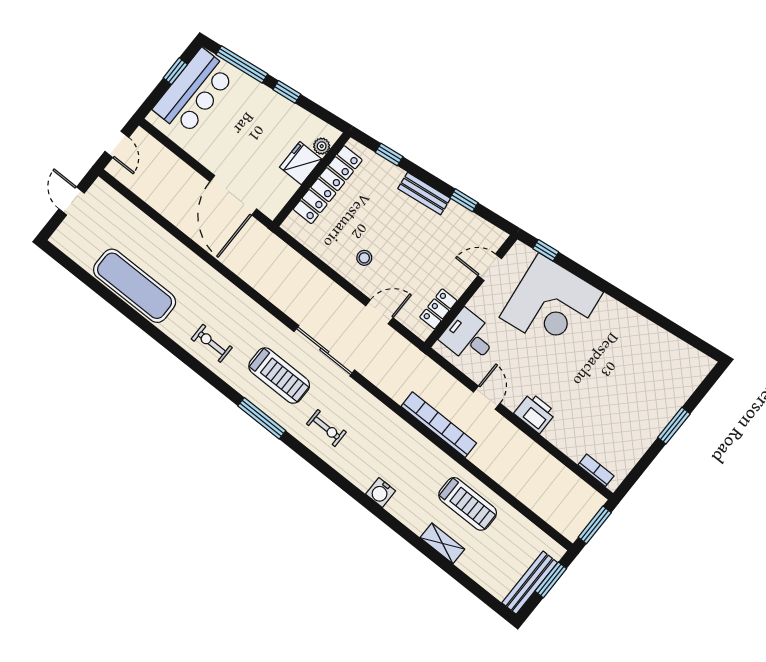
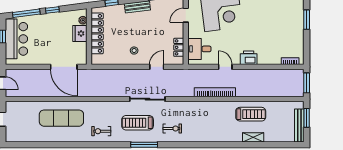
exercise mat: (135, 286) -> (61, 118), moved
treadmill: (279, 376) -> (138, 123), turned 180
water cooler: (381, 492) -> (213, 137), removed

